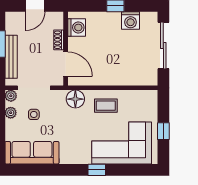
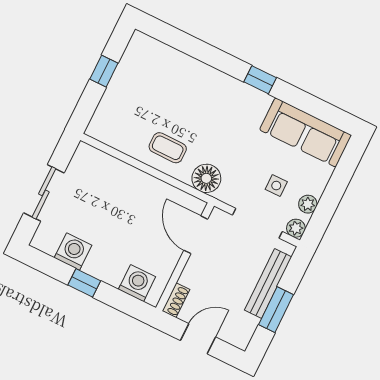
washing machine: (77, 27) -> (137, 283), moved, turned 90
shoe rack: (59, 40) -> (176, 300), moved
sliding door: (163, 46) -> (44, 193), width x0.73
corner sofa: (122, 143) -> (171, 84), removed
window: (97, 170) -> (260, 80), moved

